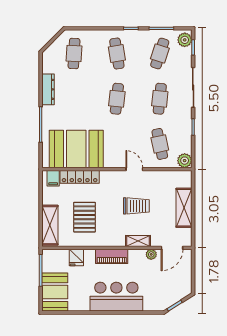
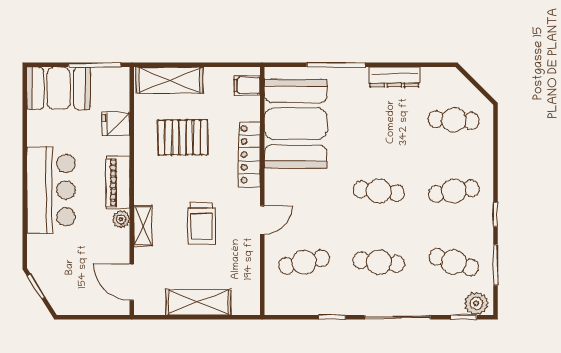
plant: (185, 161) -> (276, 303), removed
locker: (80, 177) -> (249, 154), moved
plant: (151, 254) -> (121, 219), moved

